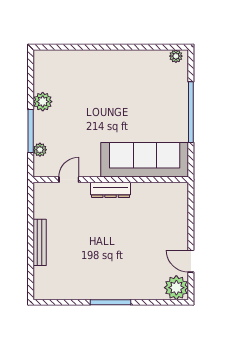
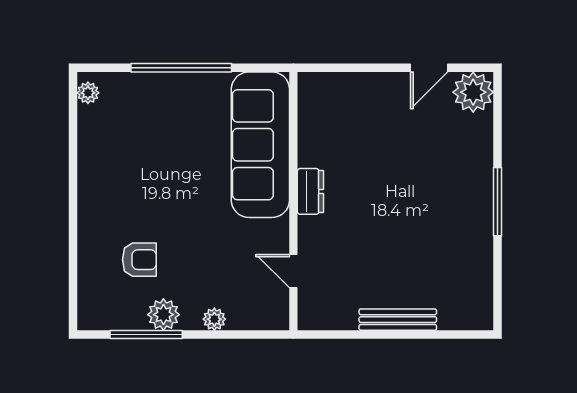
armchair: (76, 87) -> (139, 260), added
window: (31, 131) -> (146, 334), moved
plant: (40, 150) -> (214, 319), moved
dresser: (111, 190) -> (310, 191), width x0.70

